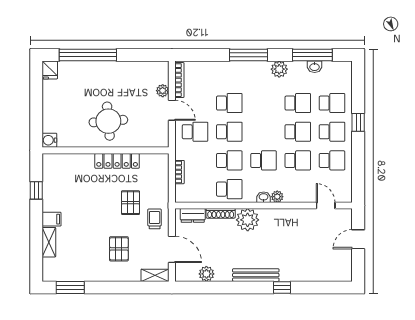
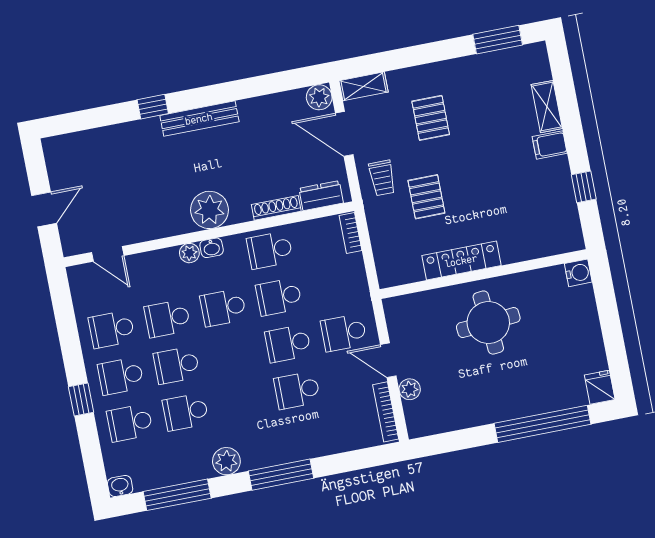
washbasin: (315, 67) -> (120, 486), moved
bookcase: (180, 172) -> (351, 233), moved
plant: (248, 220) -> (209, 210), moved
plant: (206, 274) -> (319, 97), moved

